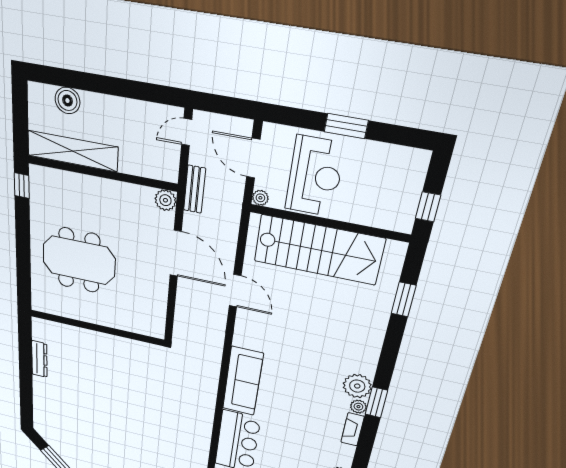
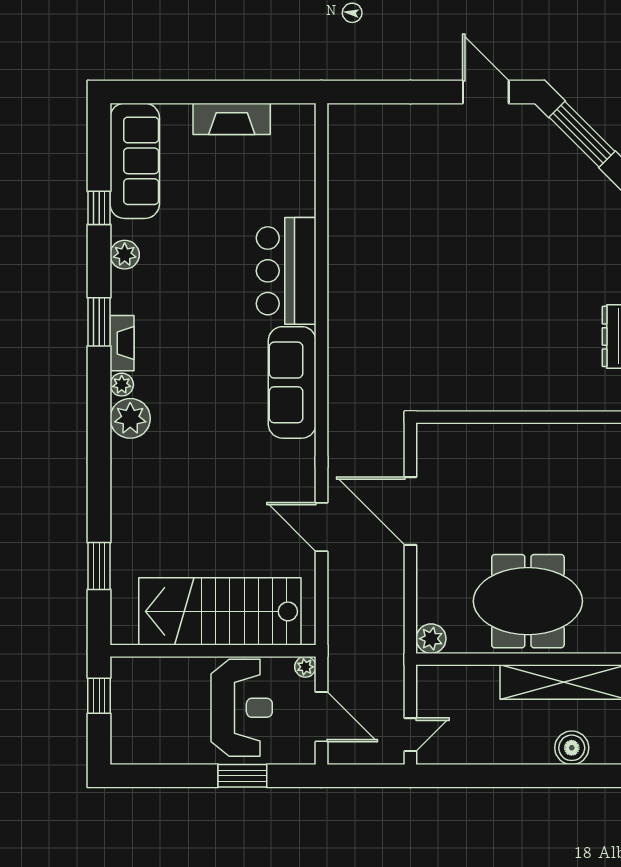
window: (346, 126) -> (242, 776), moved
reception desk: (315, 176) -> (242, 708), turned 180
bench: (195, 189) -> (393, 661), removed
door: (176, 253) -> (410, 511), moved
meeting table: (79, 260) -> (528, 601), moved
window: (376, 402) -> (99, 322), moved

